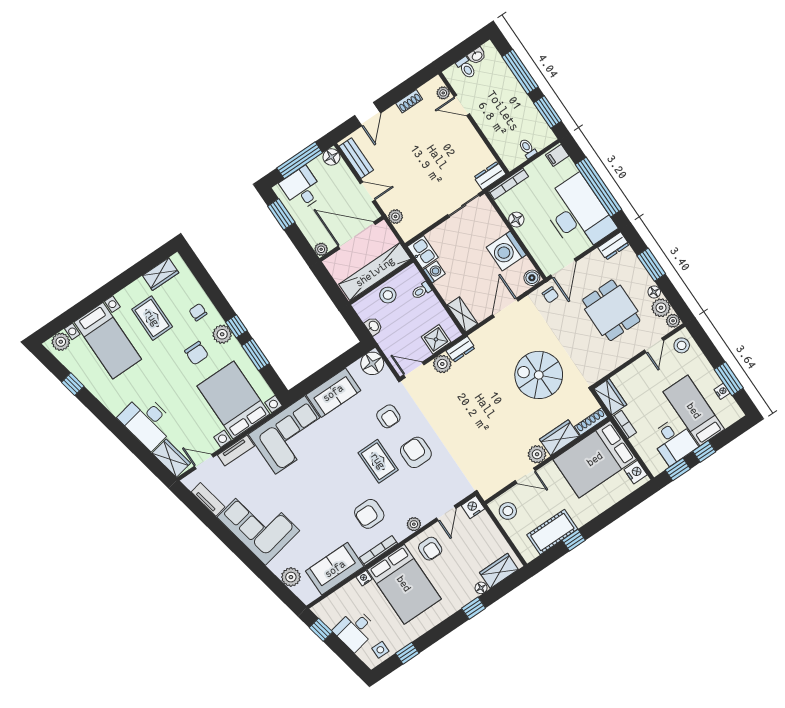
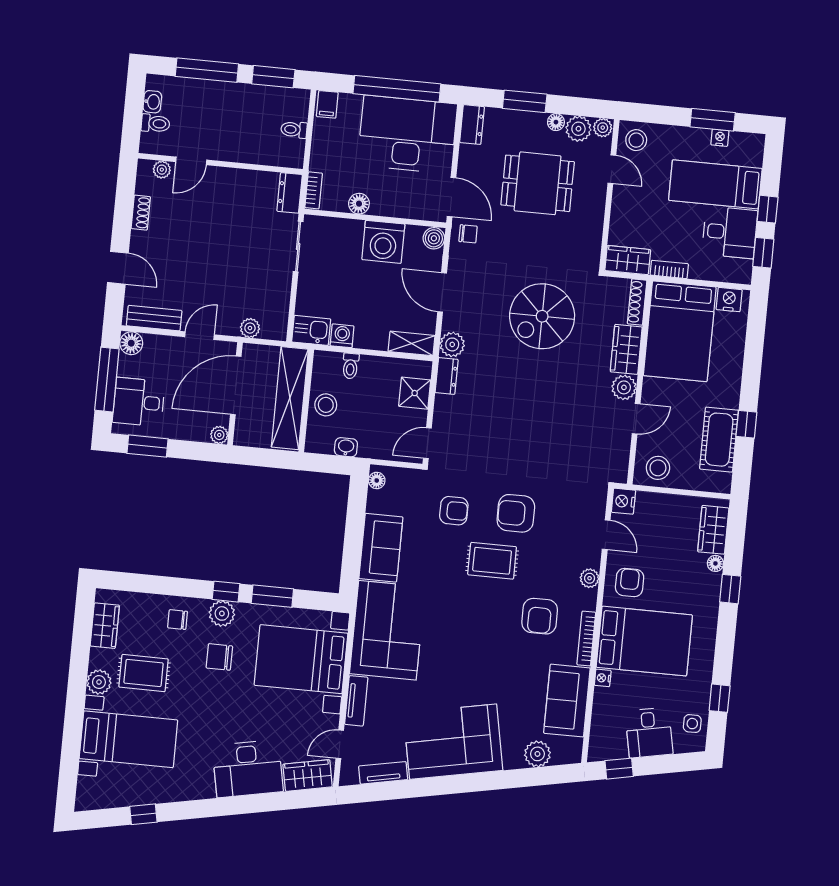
bookcase: (509, 184) -> (314, 190), width x0.64
plant: (61, 342) -> (99, 682), moved
chair: (197, 353) -> (219, 657), turned 180
floor lamp: (372, 363) -> (377, 480), width x0.53, depth x0.53
plant: (442, 364) -> (452, 344), moved
armchair: (430, 549) -> (630, 582), turned -90

